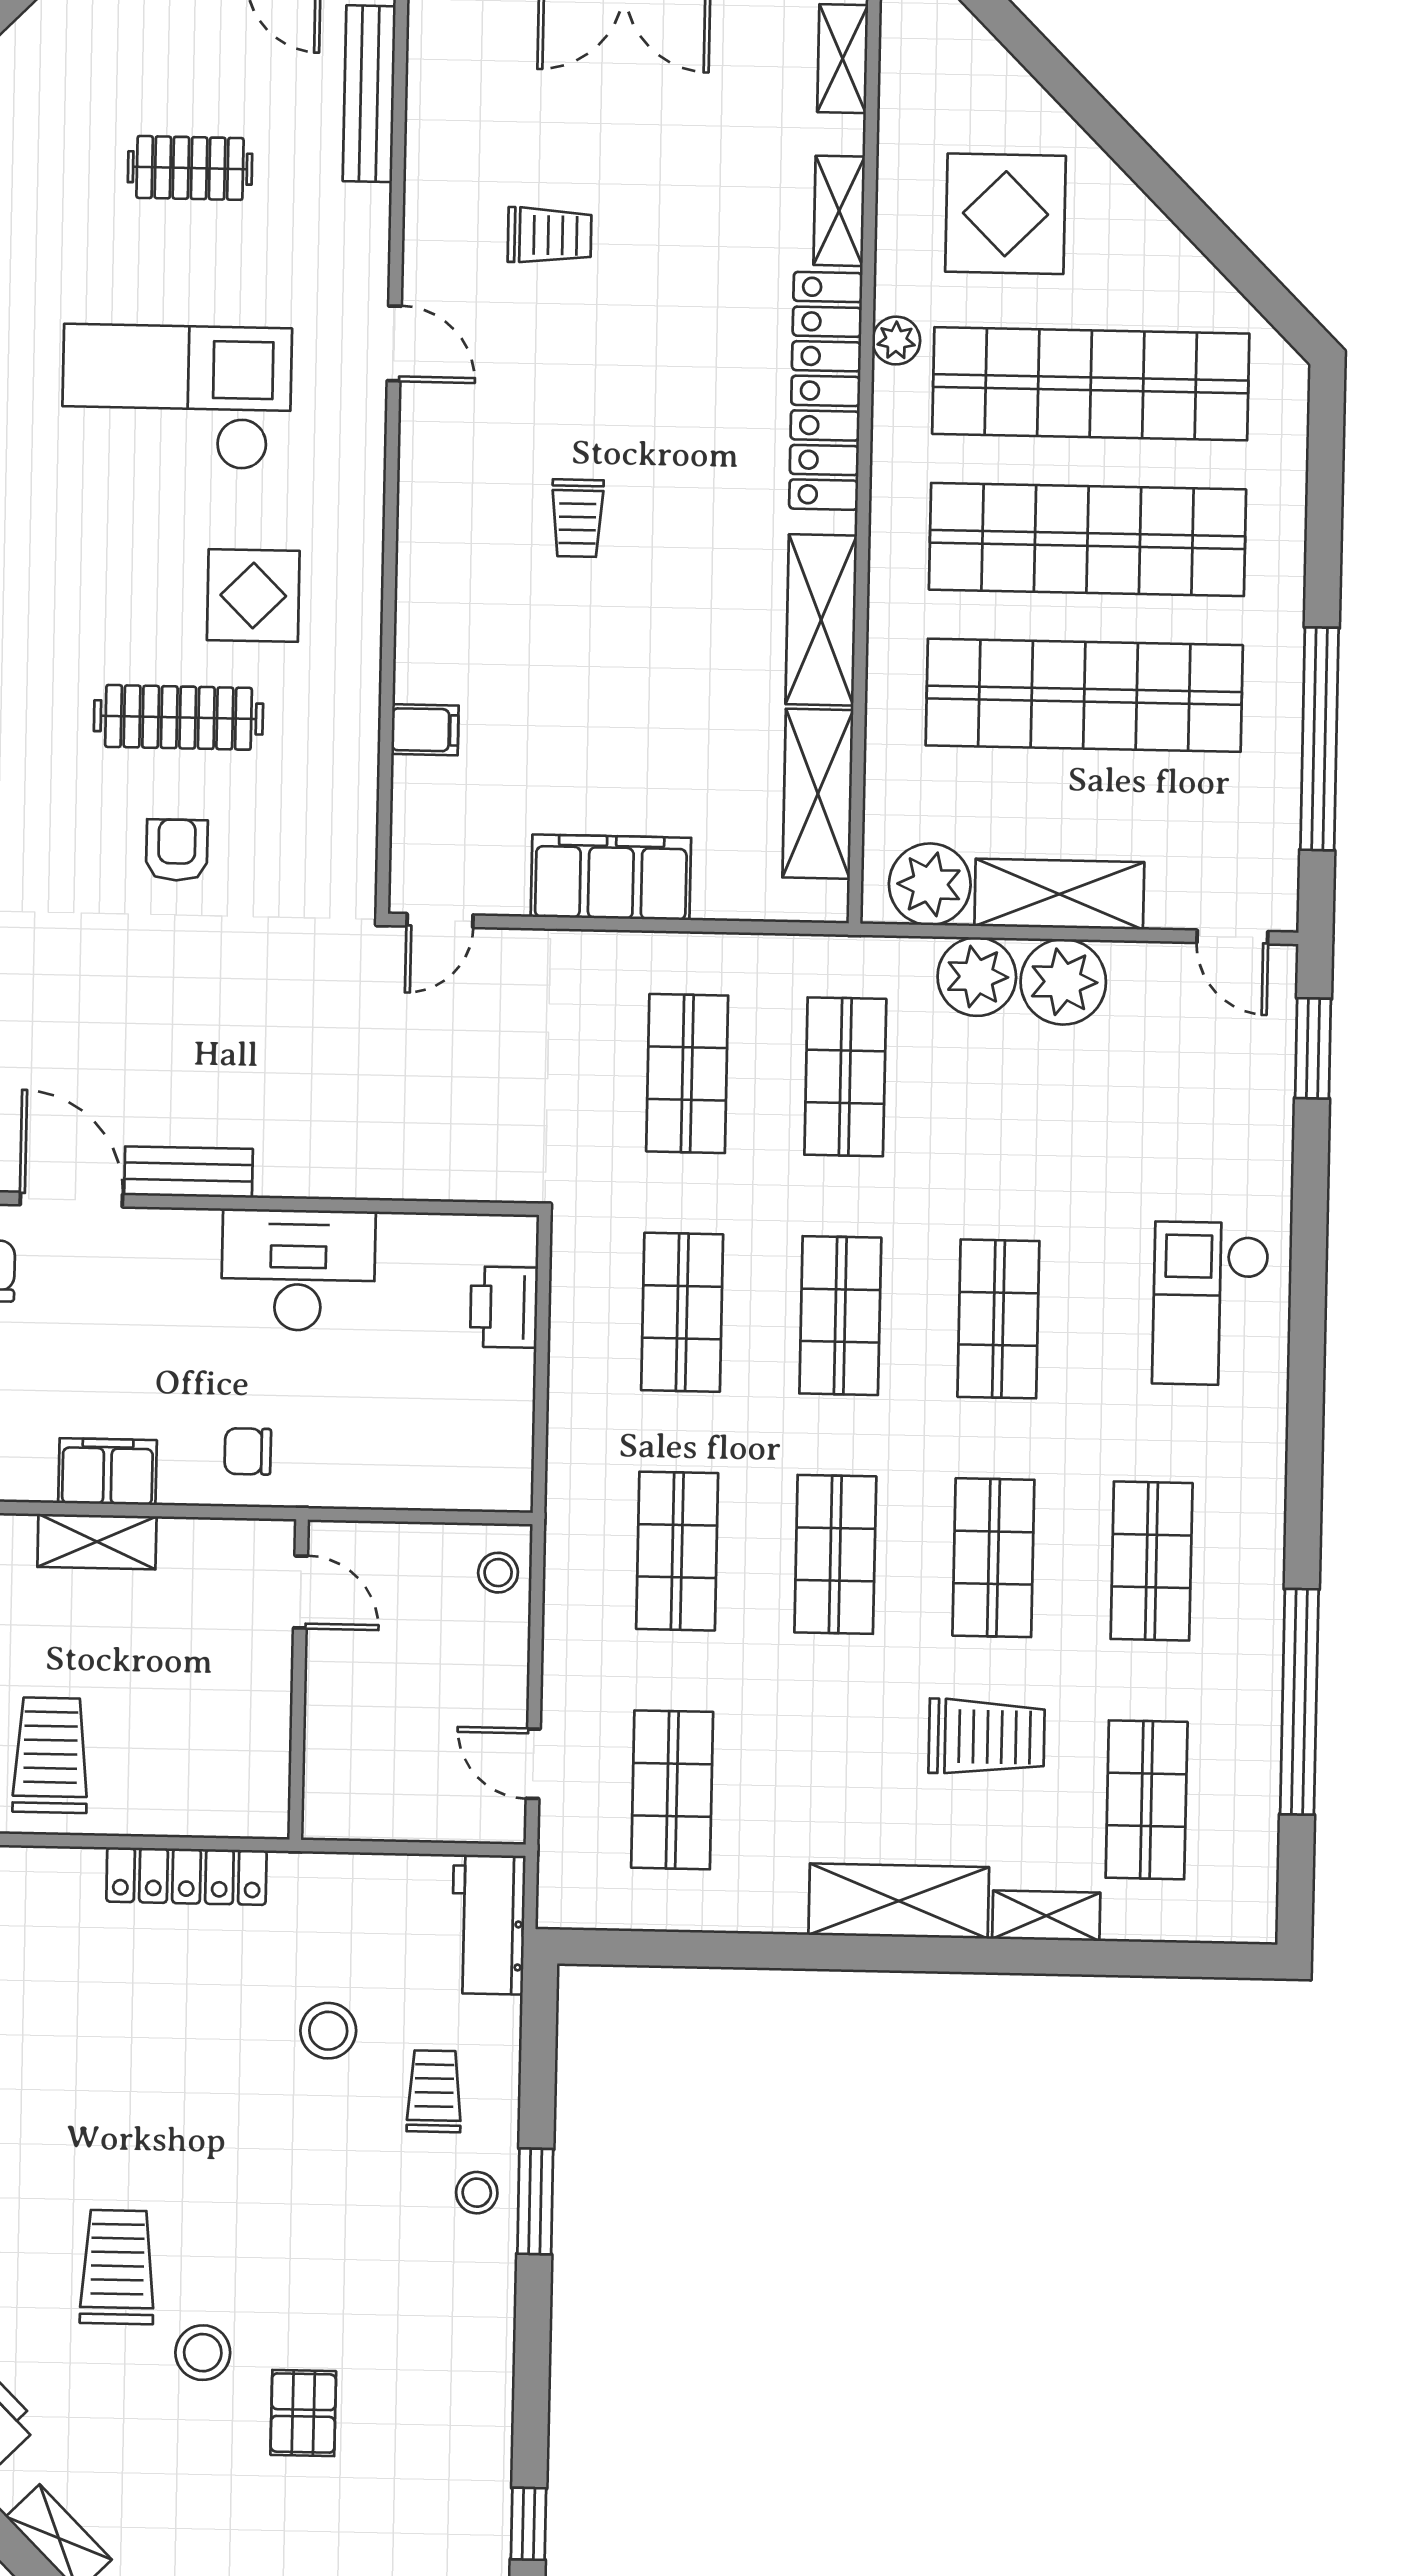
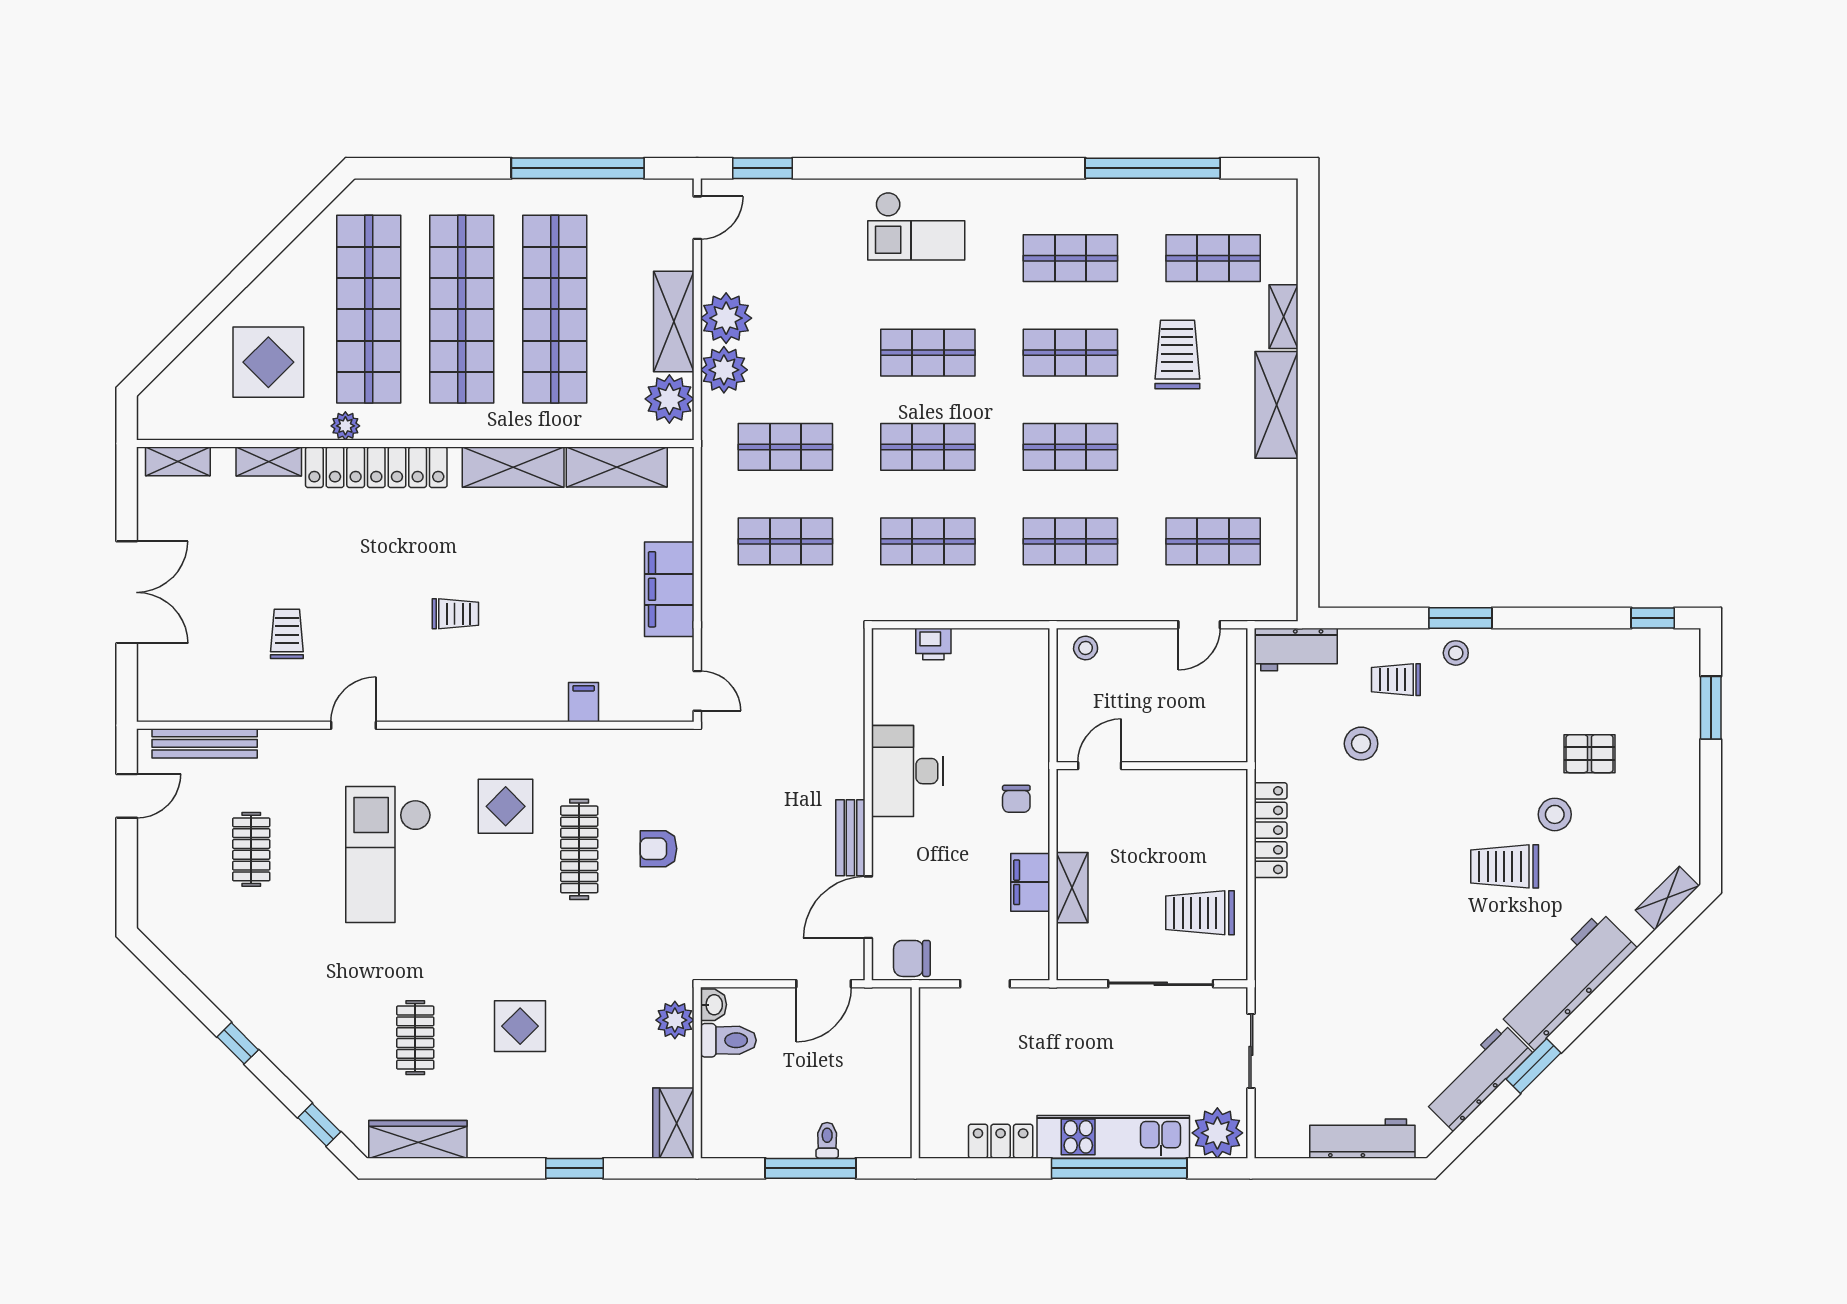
printer: (504, 1307) -> (933, 644), width x0.73, depth x0.81

